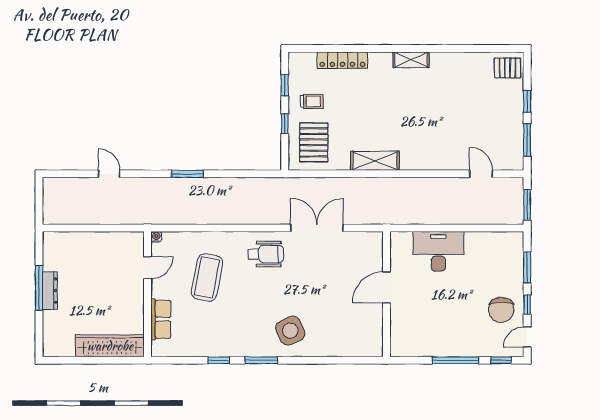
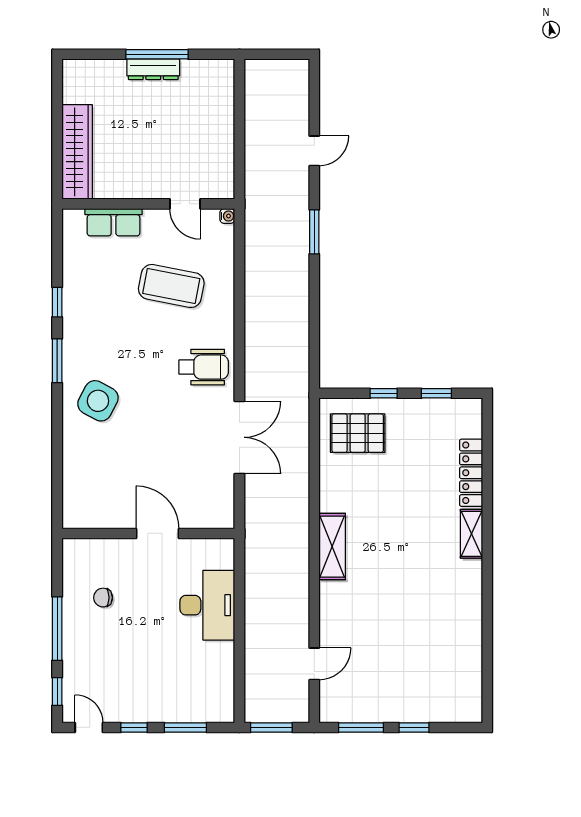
shelving: (411, 60) -> (471, 534), moved
pallet: (507, 68) -> (460, 700), removed
trolley: (312, 101) -> (414, 431), removed
shelving: (375, 161) -> (332, 547), moved
window: (187, 174) -> (314, 232), moved
wheelchair: (266, 254) -> (204, 367), turned -90
chair: (501, 310) -> (103, 598), moved, width x0.54, depth x0.54
side table: (290, 331) -> (98, 401), turned -37

